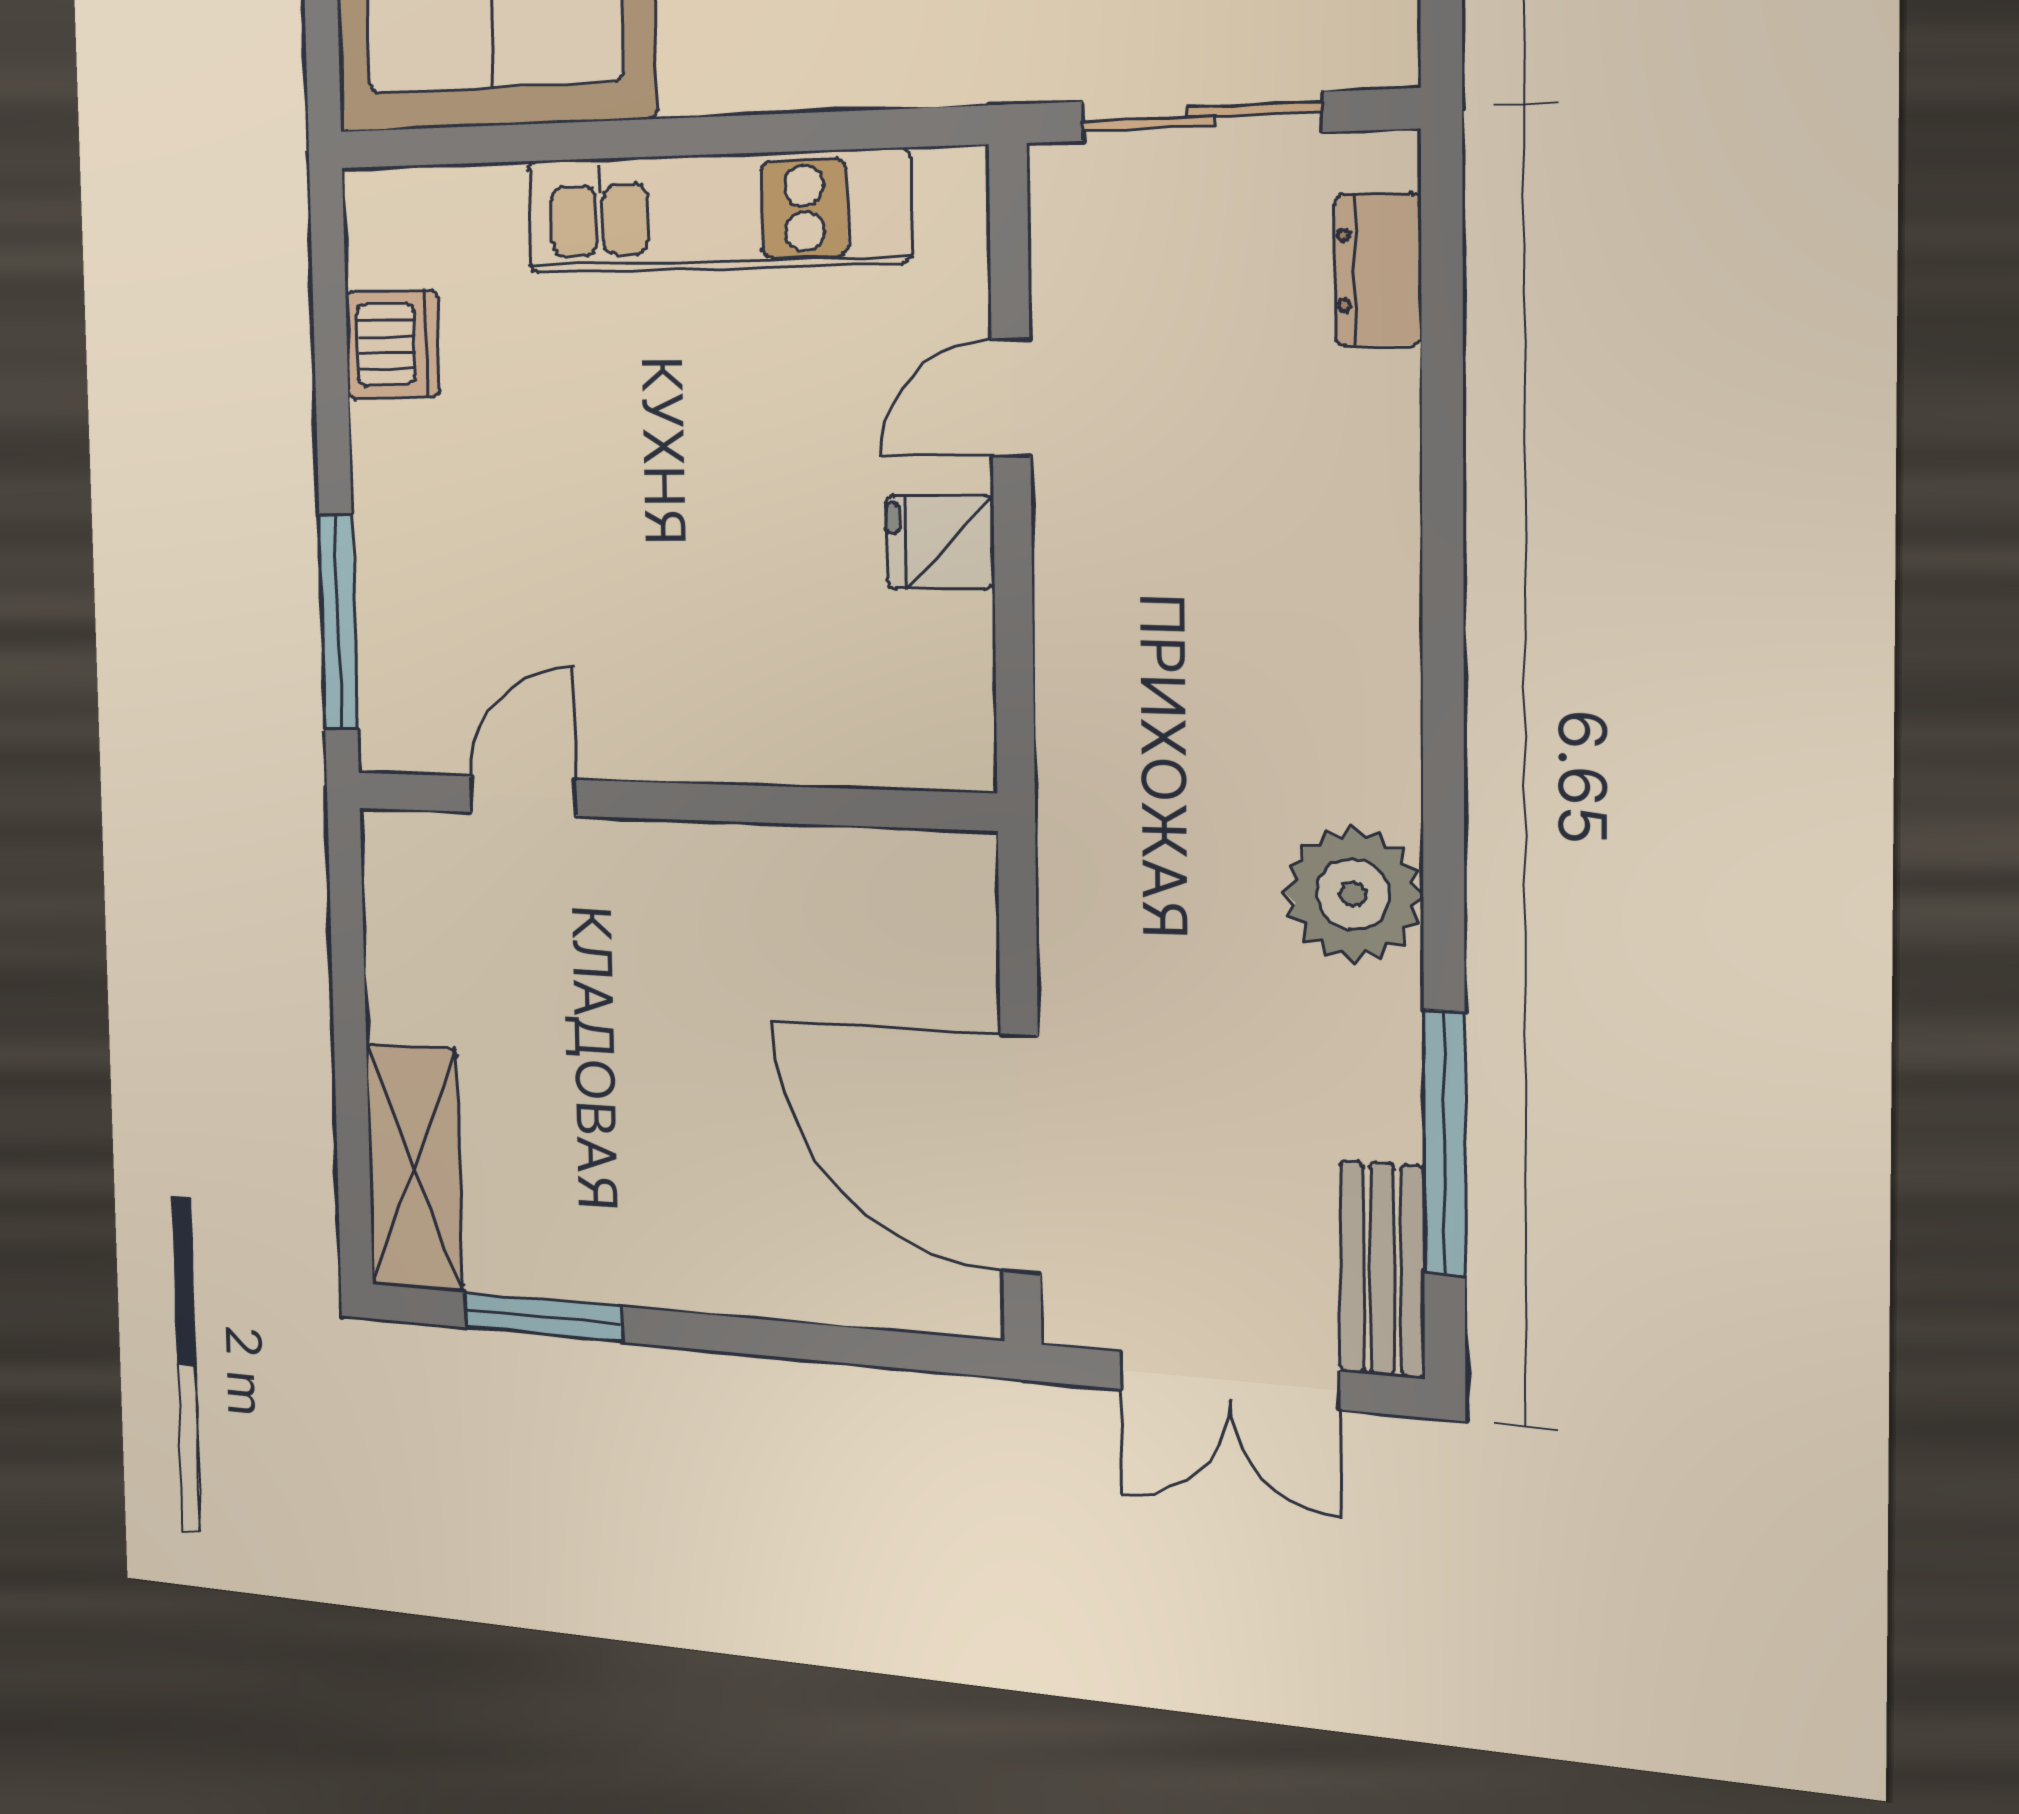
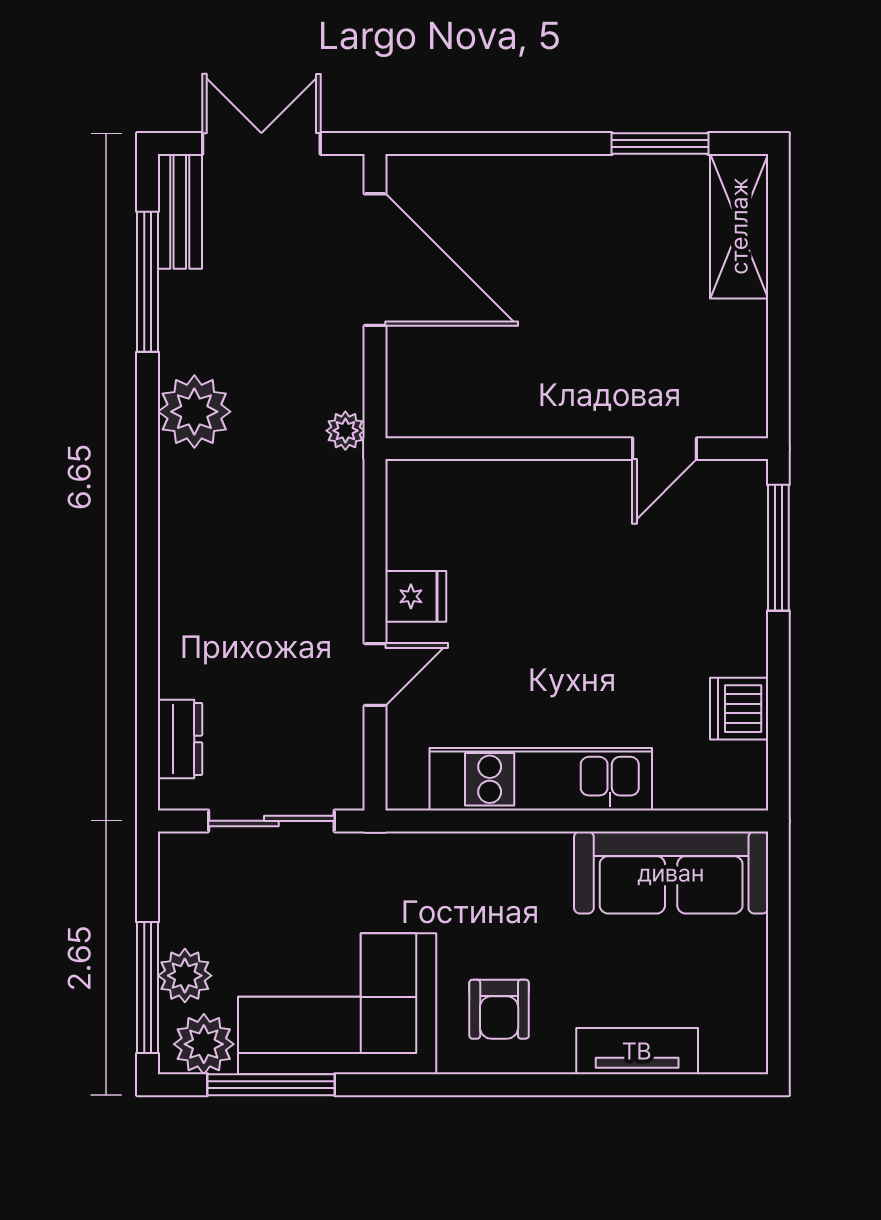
plant: (1070, 848) -> (345, 431), added

